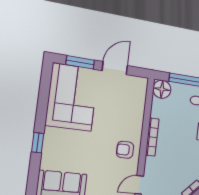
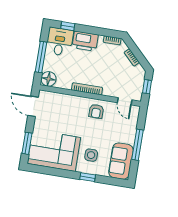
door: (115, 68) -> (33, 106), moved
side table: (68, 146) -> (91, 155), added

